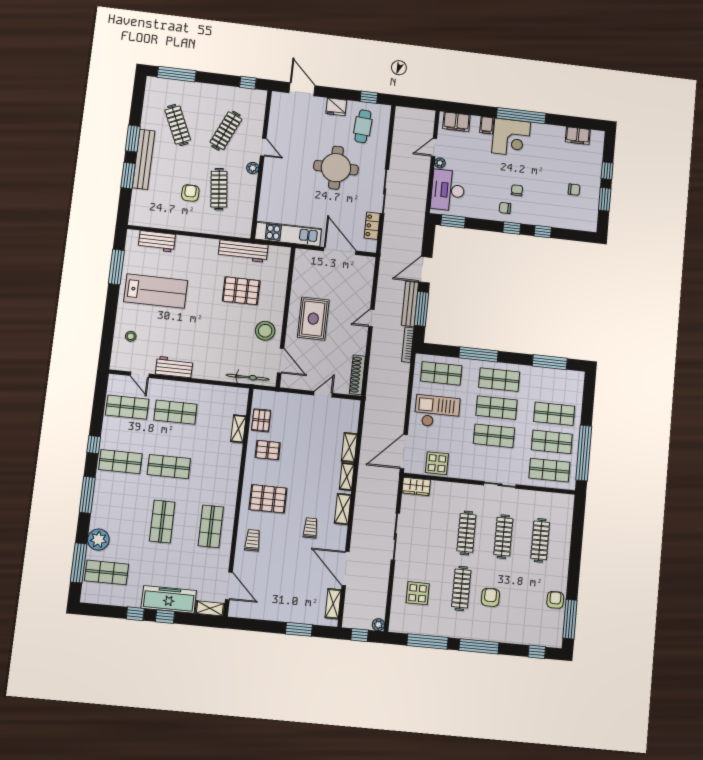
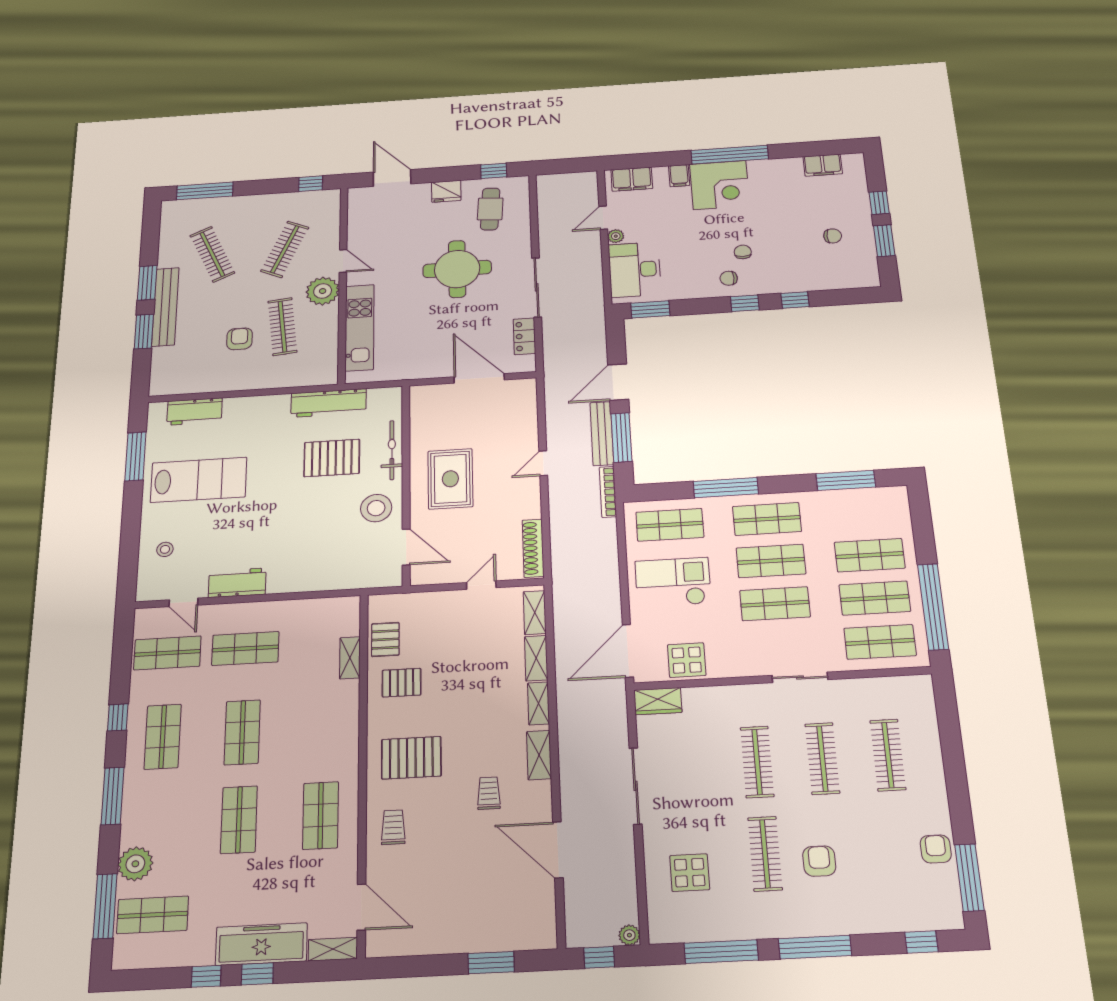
plant: (253, 168) -> (323, 291), width x1.87, depth x1.87
kitchen unit: (288, 234) -> (360, 328), moved, turned 90
bicycle: (248, 377) -> (392, 450), moved, turned -90
shop shelf: (120, 462) -> (163, 737), turned 90
shop shelf: (169, 467) -> (242, 732), turned 90
shelving: (333, 604) -> (535, 613), moved

